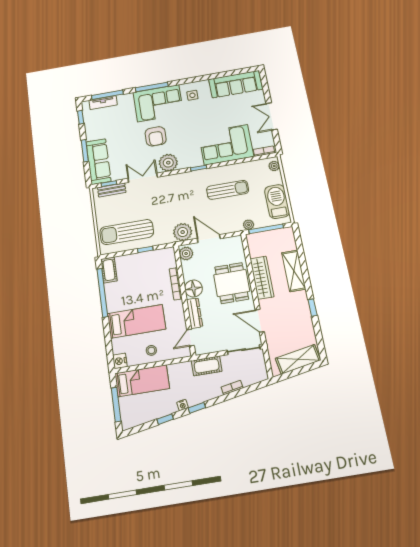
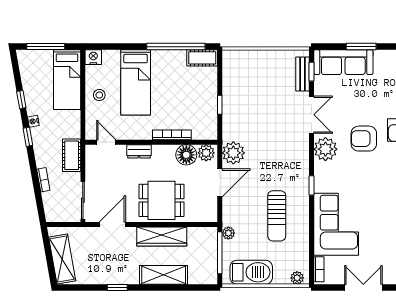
sun lounger: (127, 232) -> (245, 85), removed
floor lamp: (193, 288) -> (186, 155), moved
dresser: (195, 313) -> (139, 151), width x0.70

